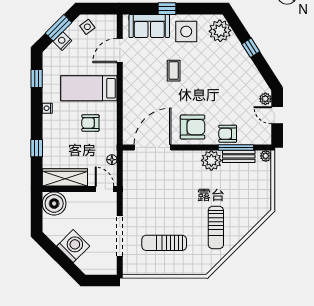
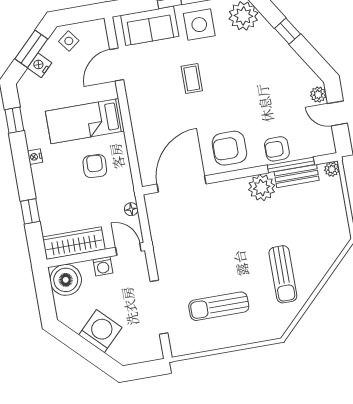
armchair: (90, 123) -> (95, 166), turned 93
armchair: (193, 127) -> (229, 148), turned 180
washing machine: (83, 198) -> (103, 266), added

